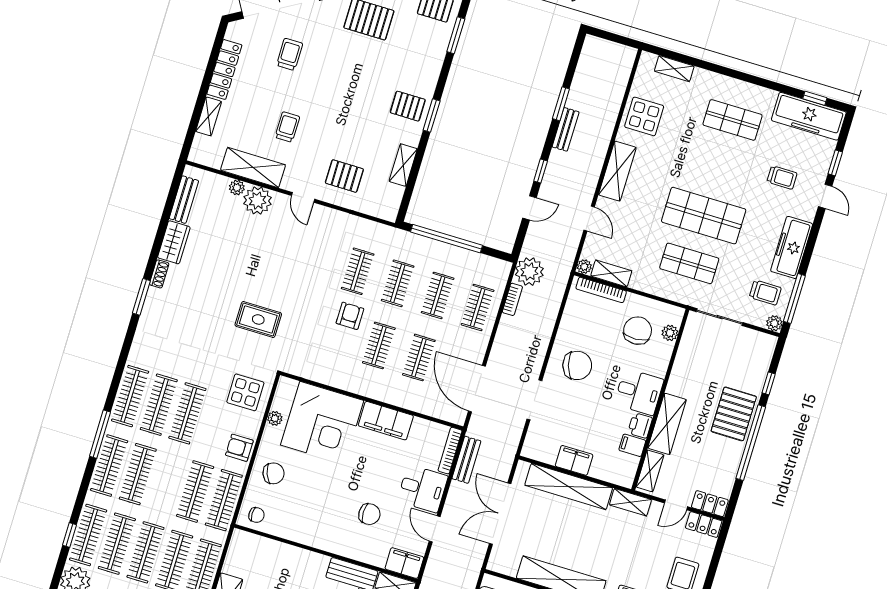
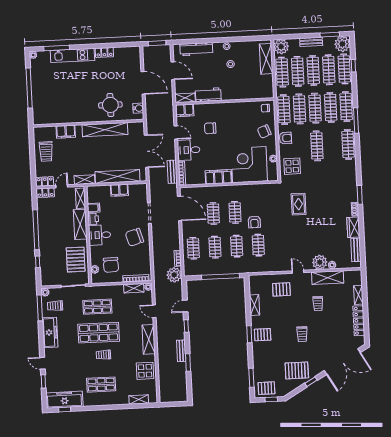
trolley: (290, 54) -> (302, 334), moved
trolley: (782, 177) -> (103, 355), moved
rug: (258, 319) -> (299, 204), turned 90
clothes rail: (159, 405) -> (315, 108), moved
pallet: (734, 414) -> (76, 260), moved

